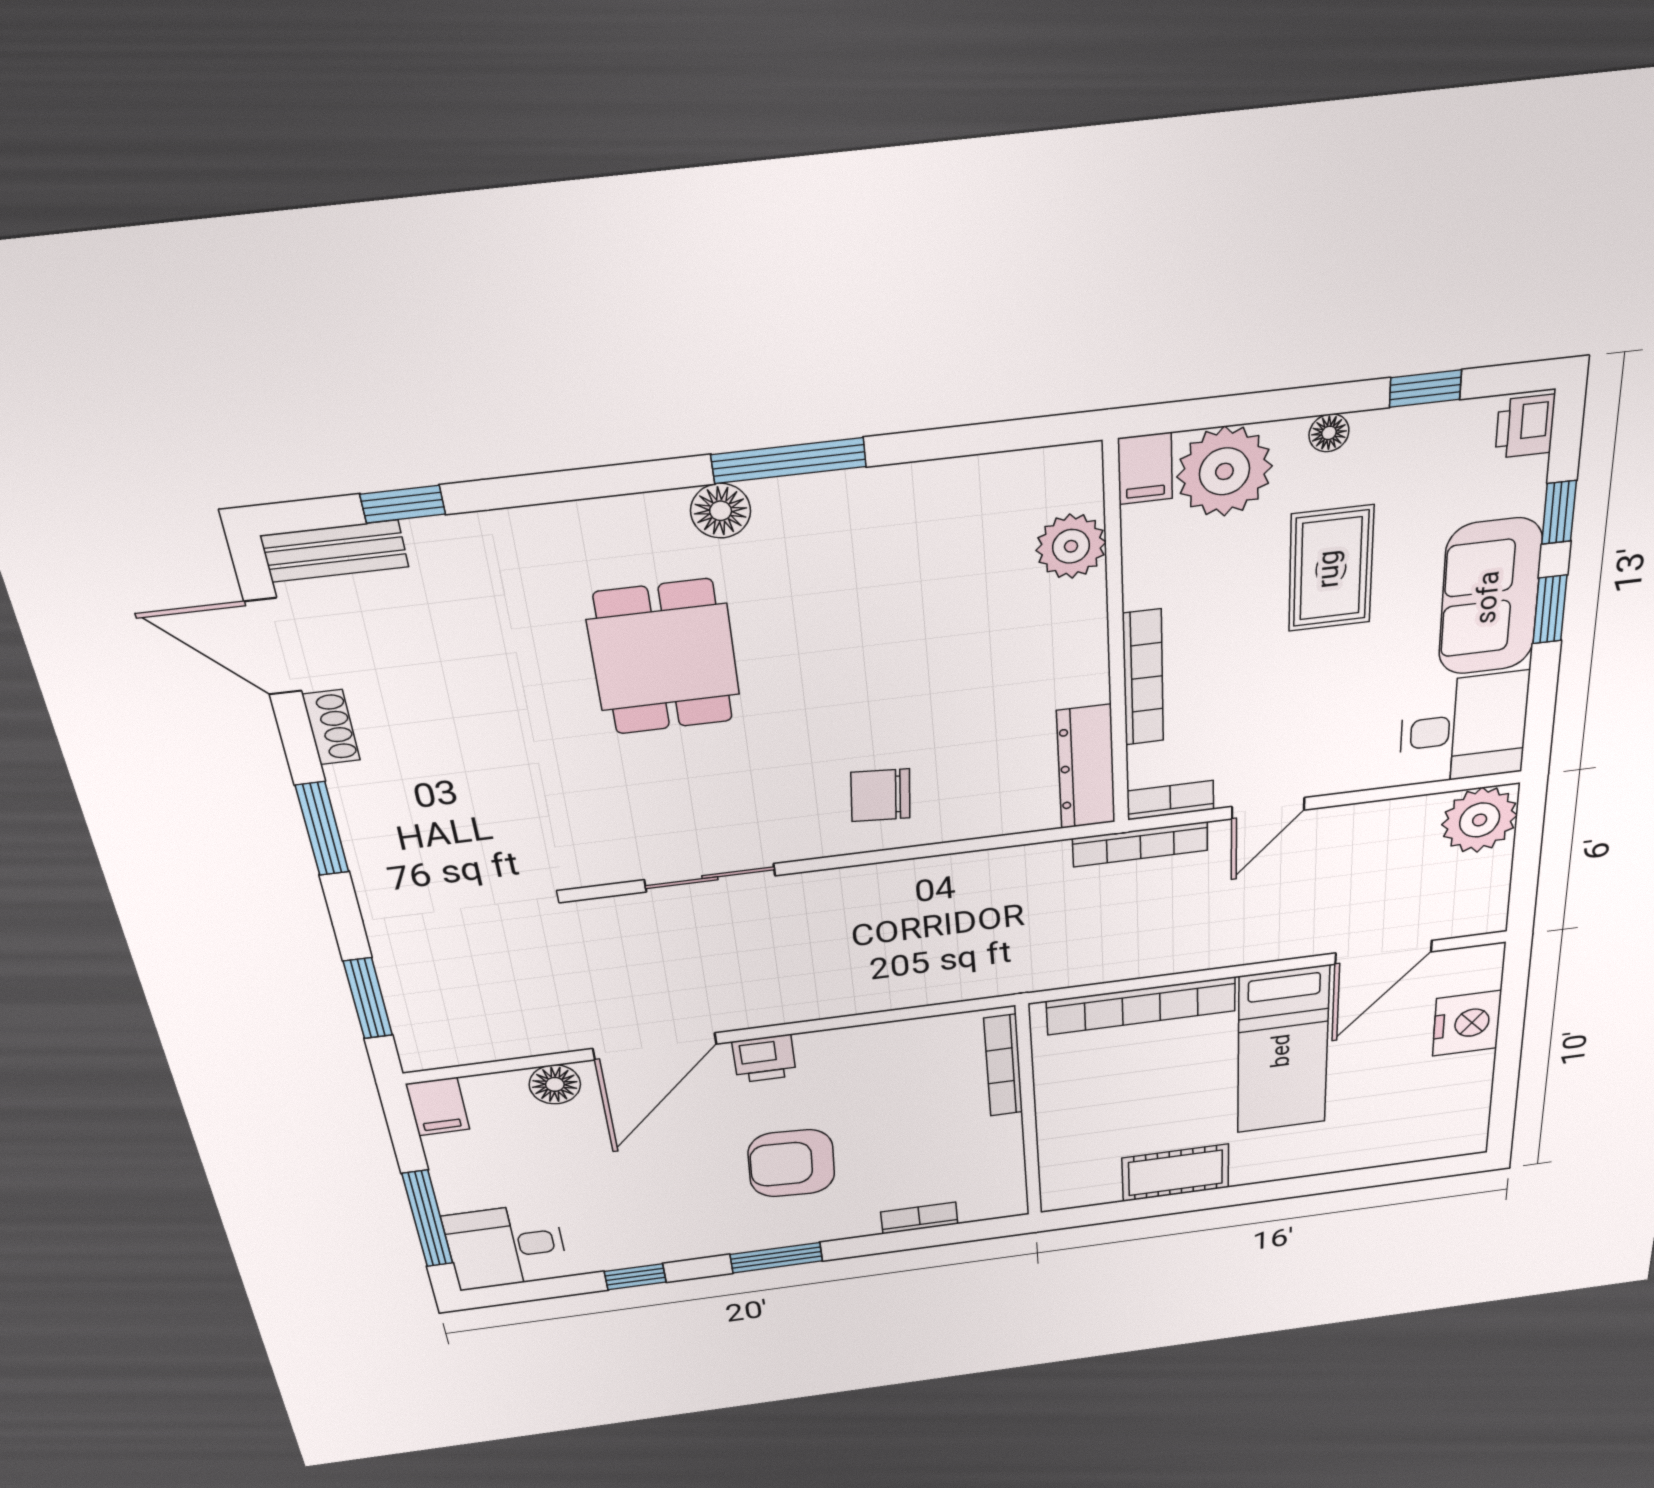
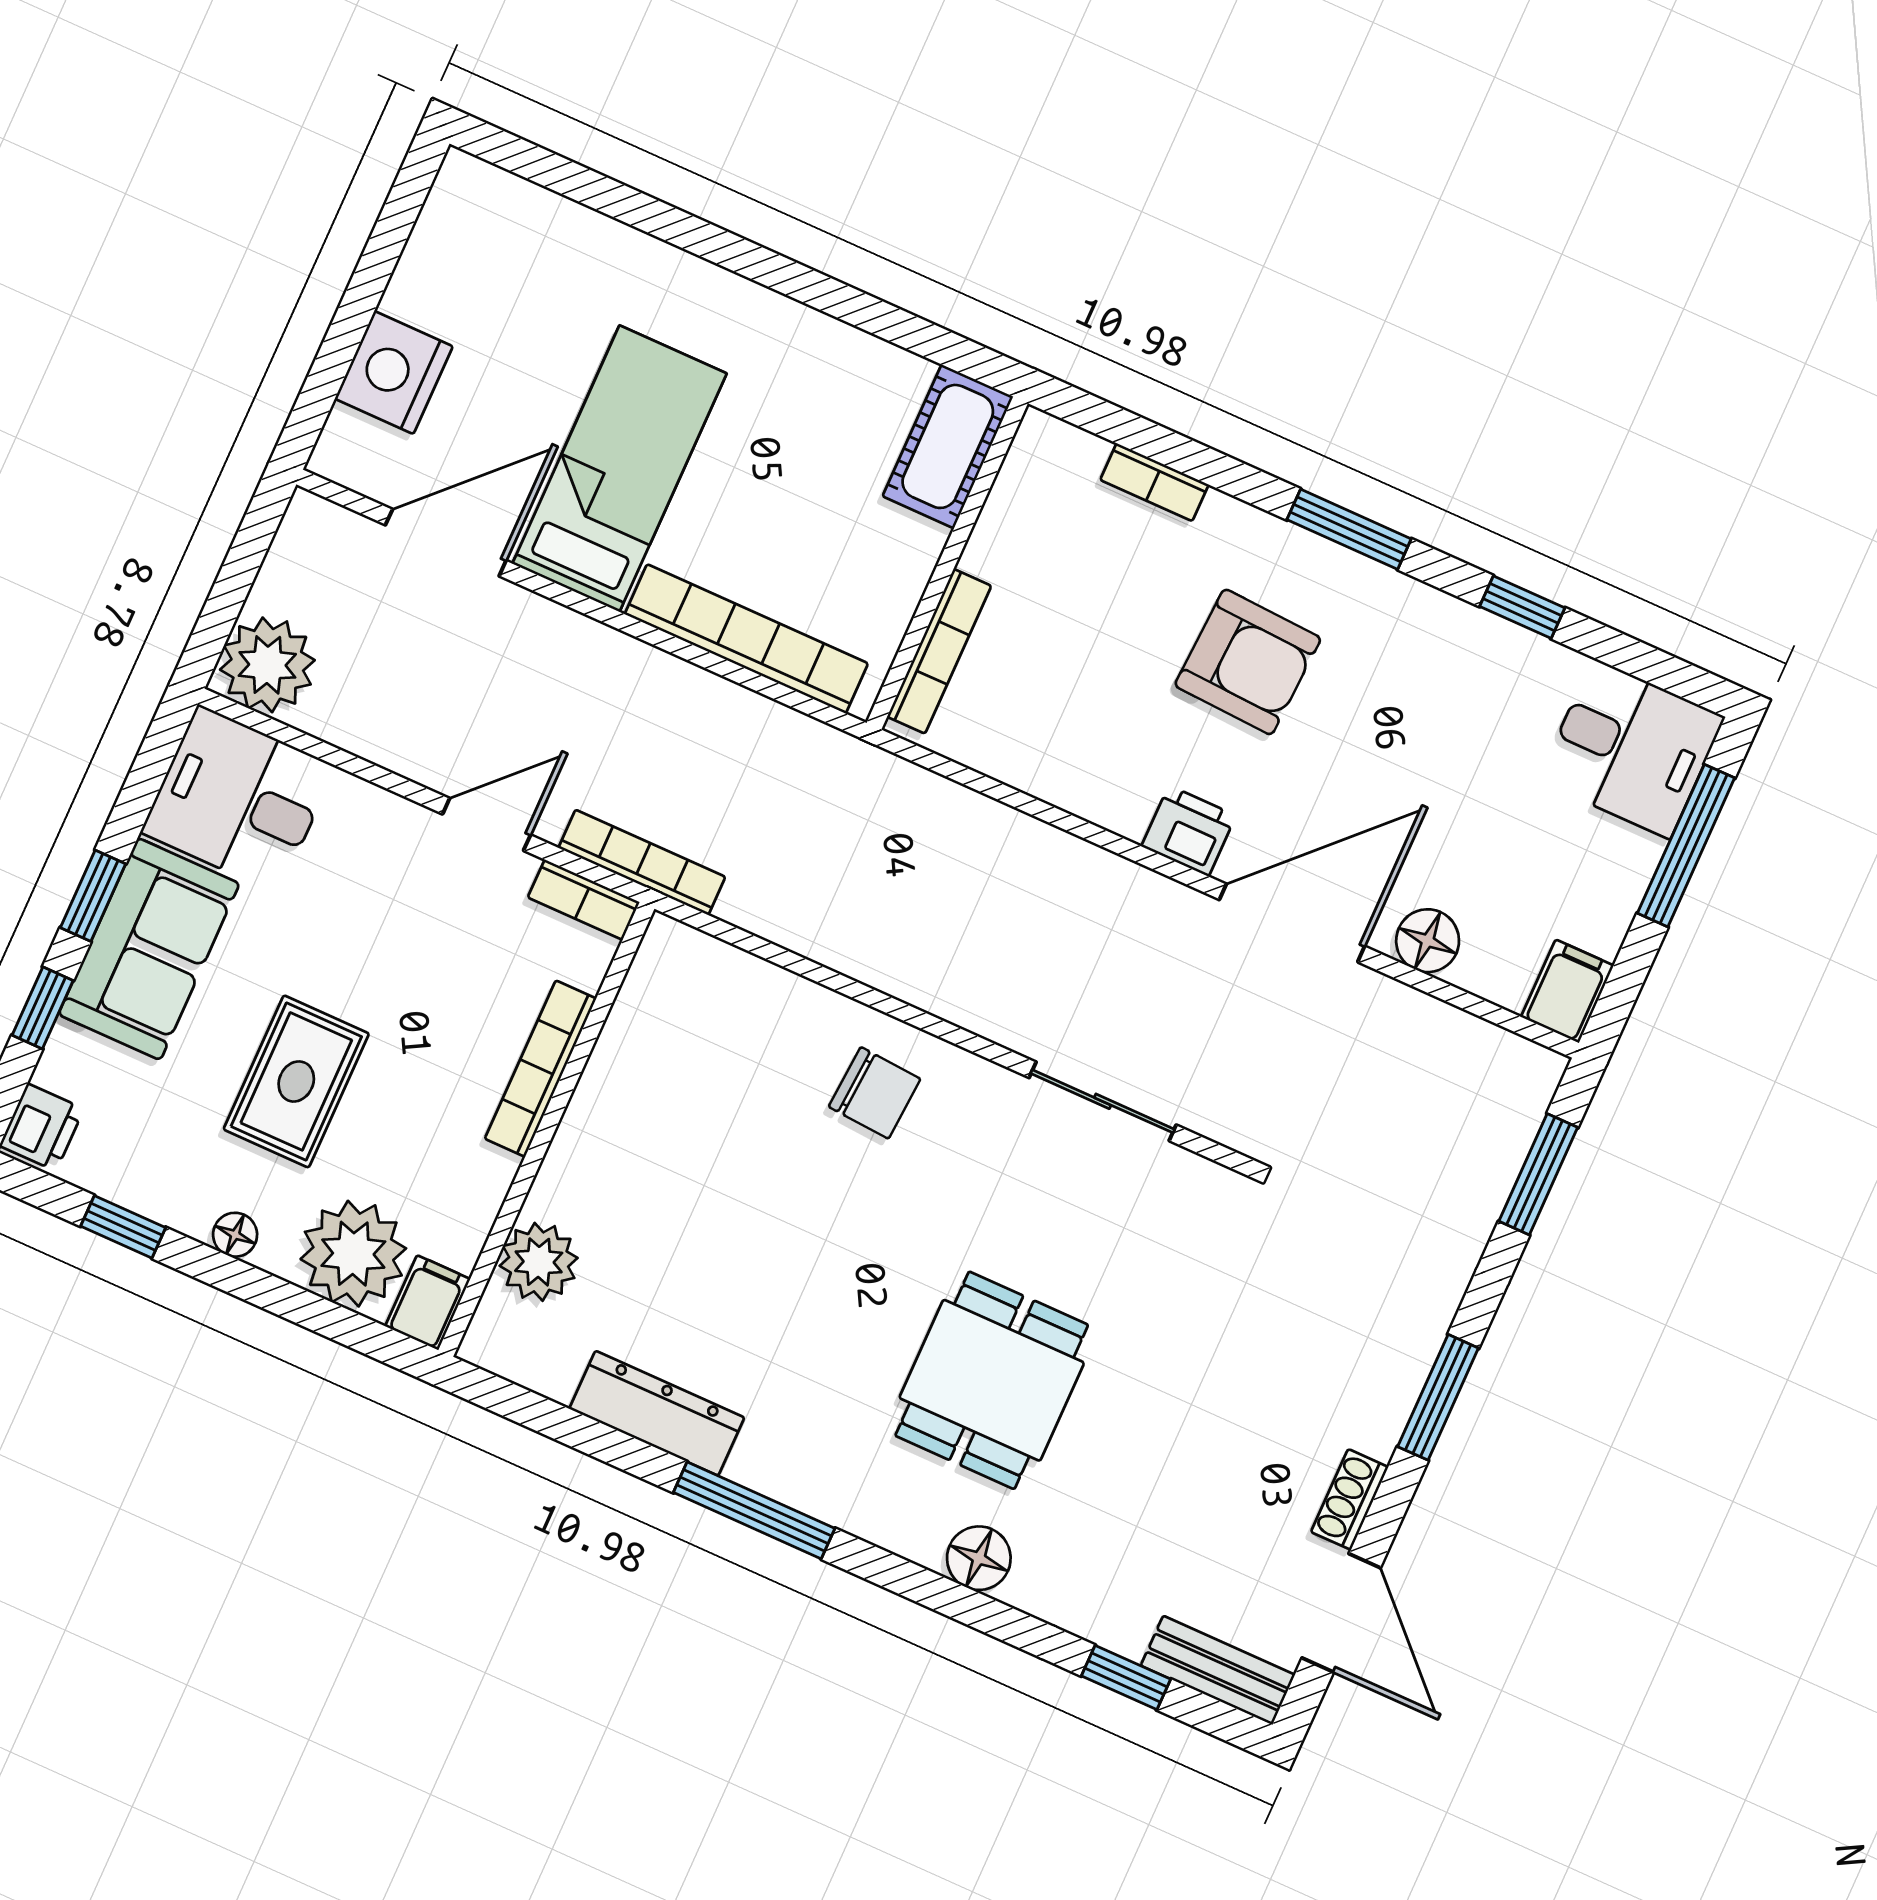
floor lamp: (721, 511) -> (979, 1558), moved
dresser: (1086, 767) -> (657, 1413), moved, turned -90
cot: (1176, 1173) -> (948, 446), moved, turned 90

